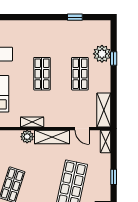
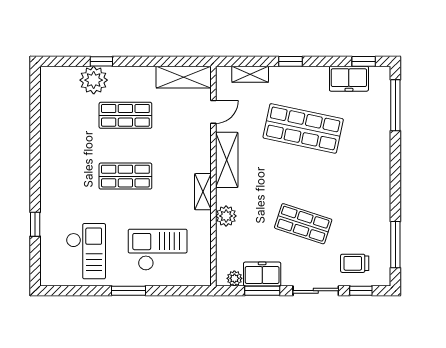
window: (75, 17) -> (35, 224), moved
plant: (27, 137) -> (226, 216), moved
shelving: (106, 141) -> (250, 74), moved

